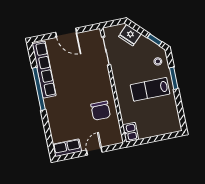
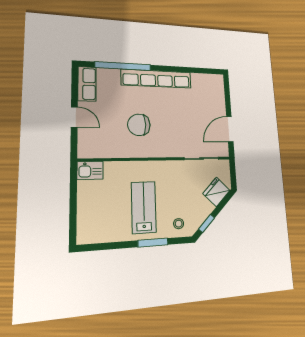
door: (66, 33) -> (230, 129), moved
row of seats: (44, 70) -> (157, 79), moved
window: (39, 89) -> (123, 66), moved
chair: (101, 111) -> (139, 125), moved

